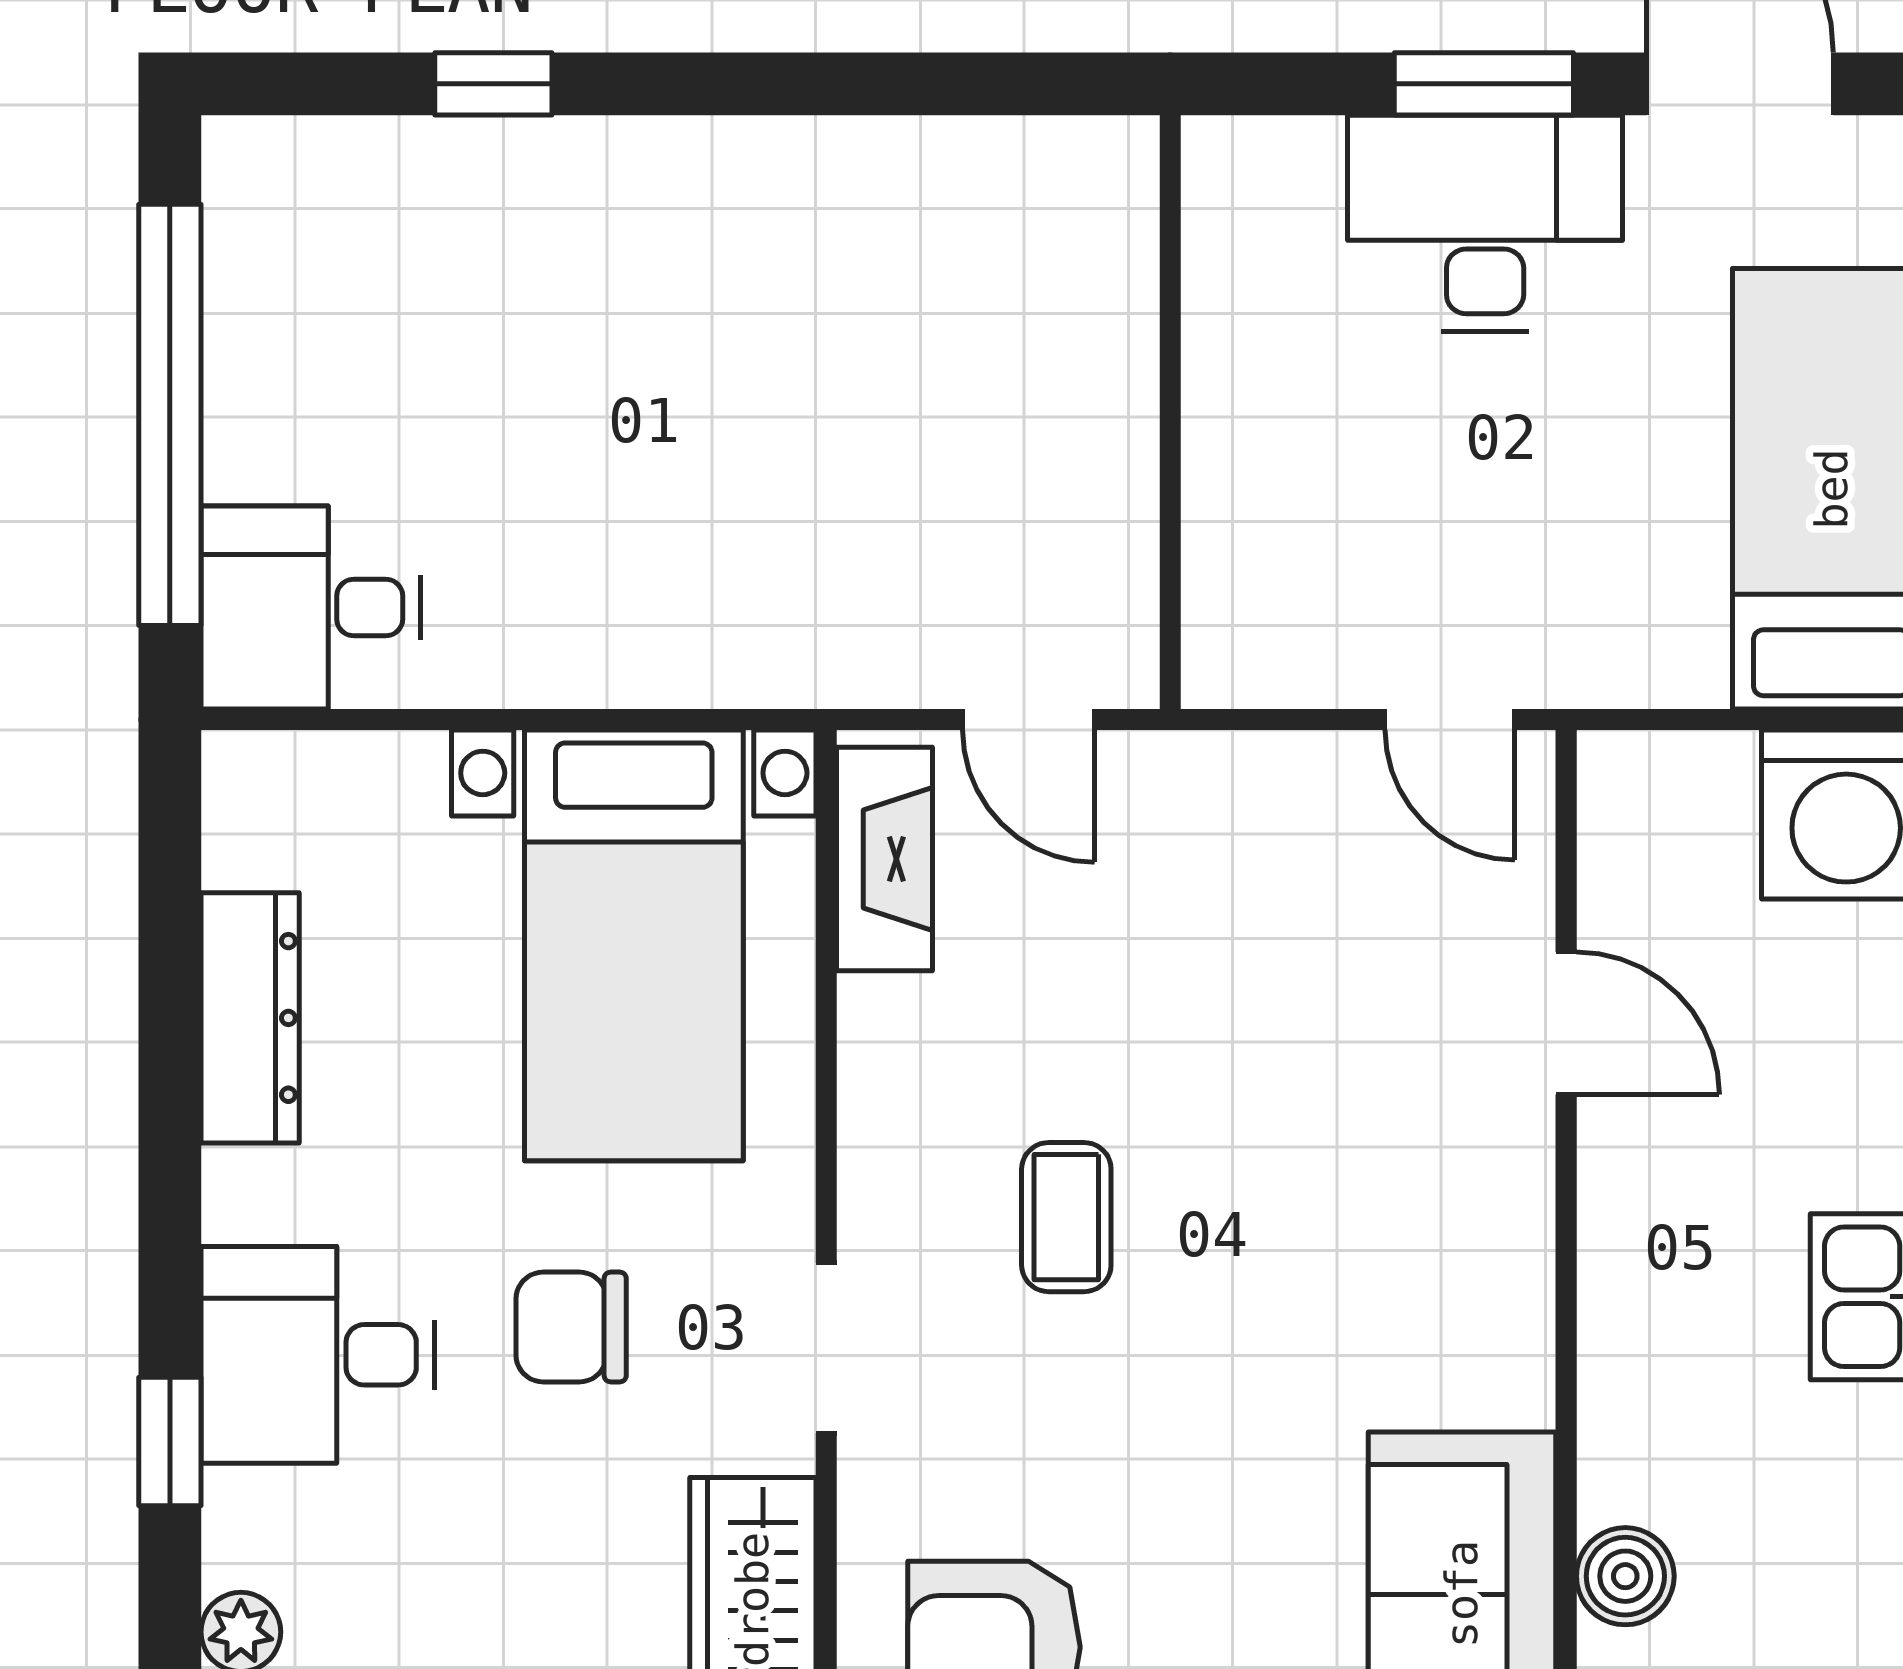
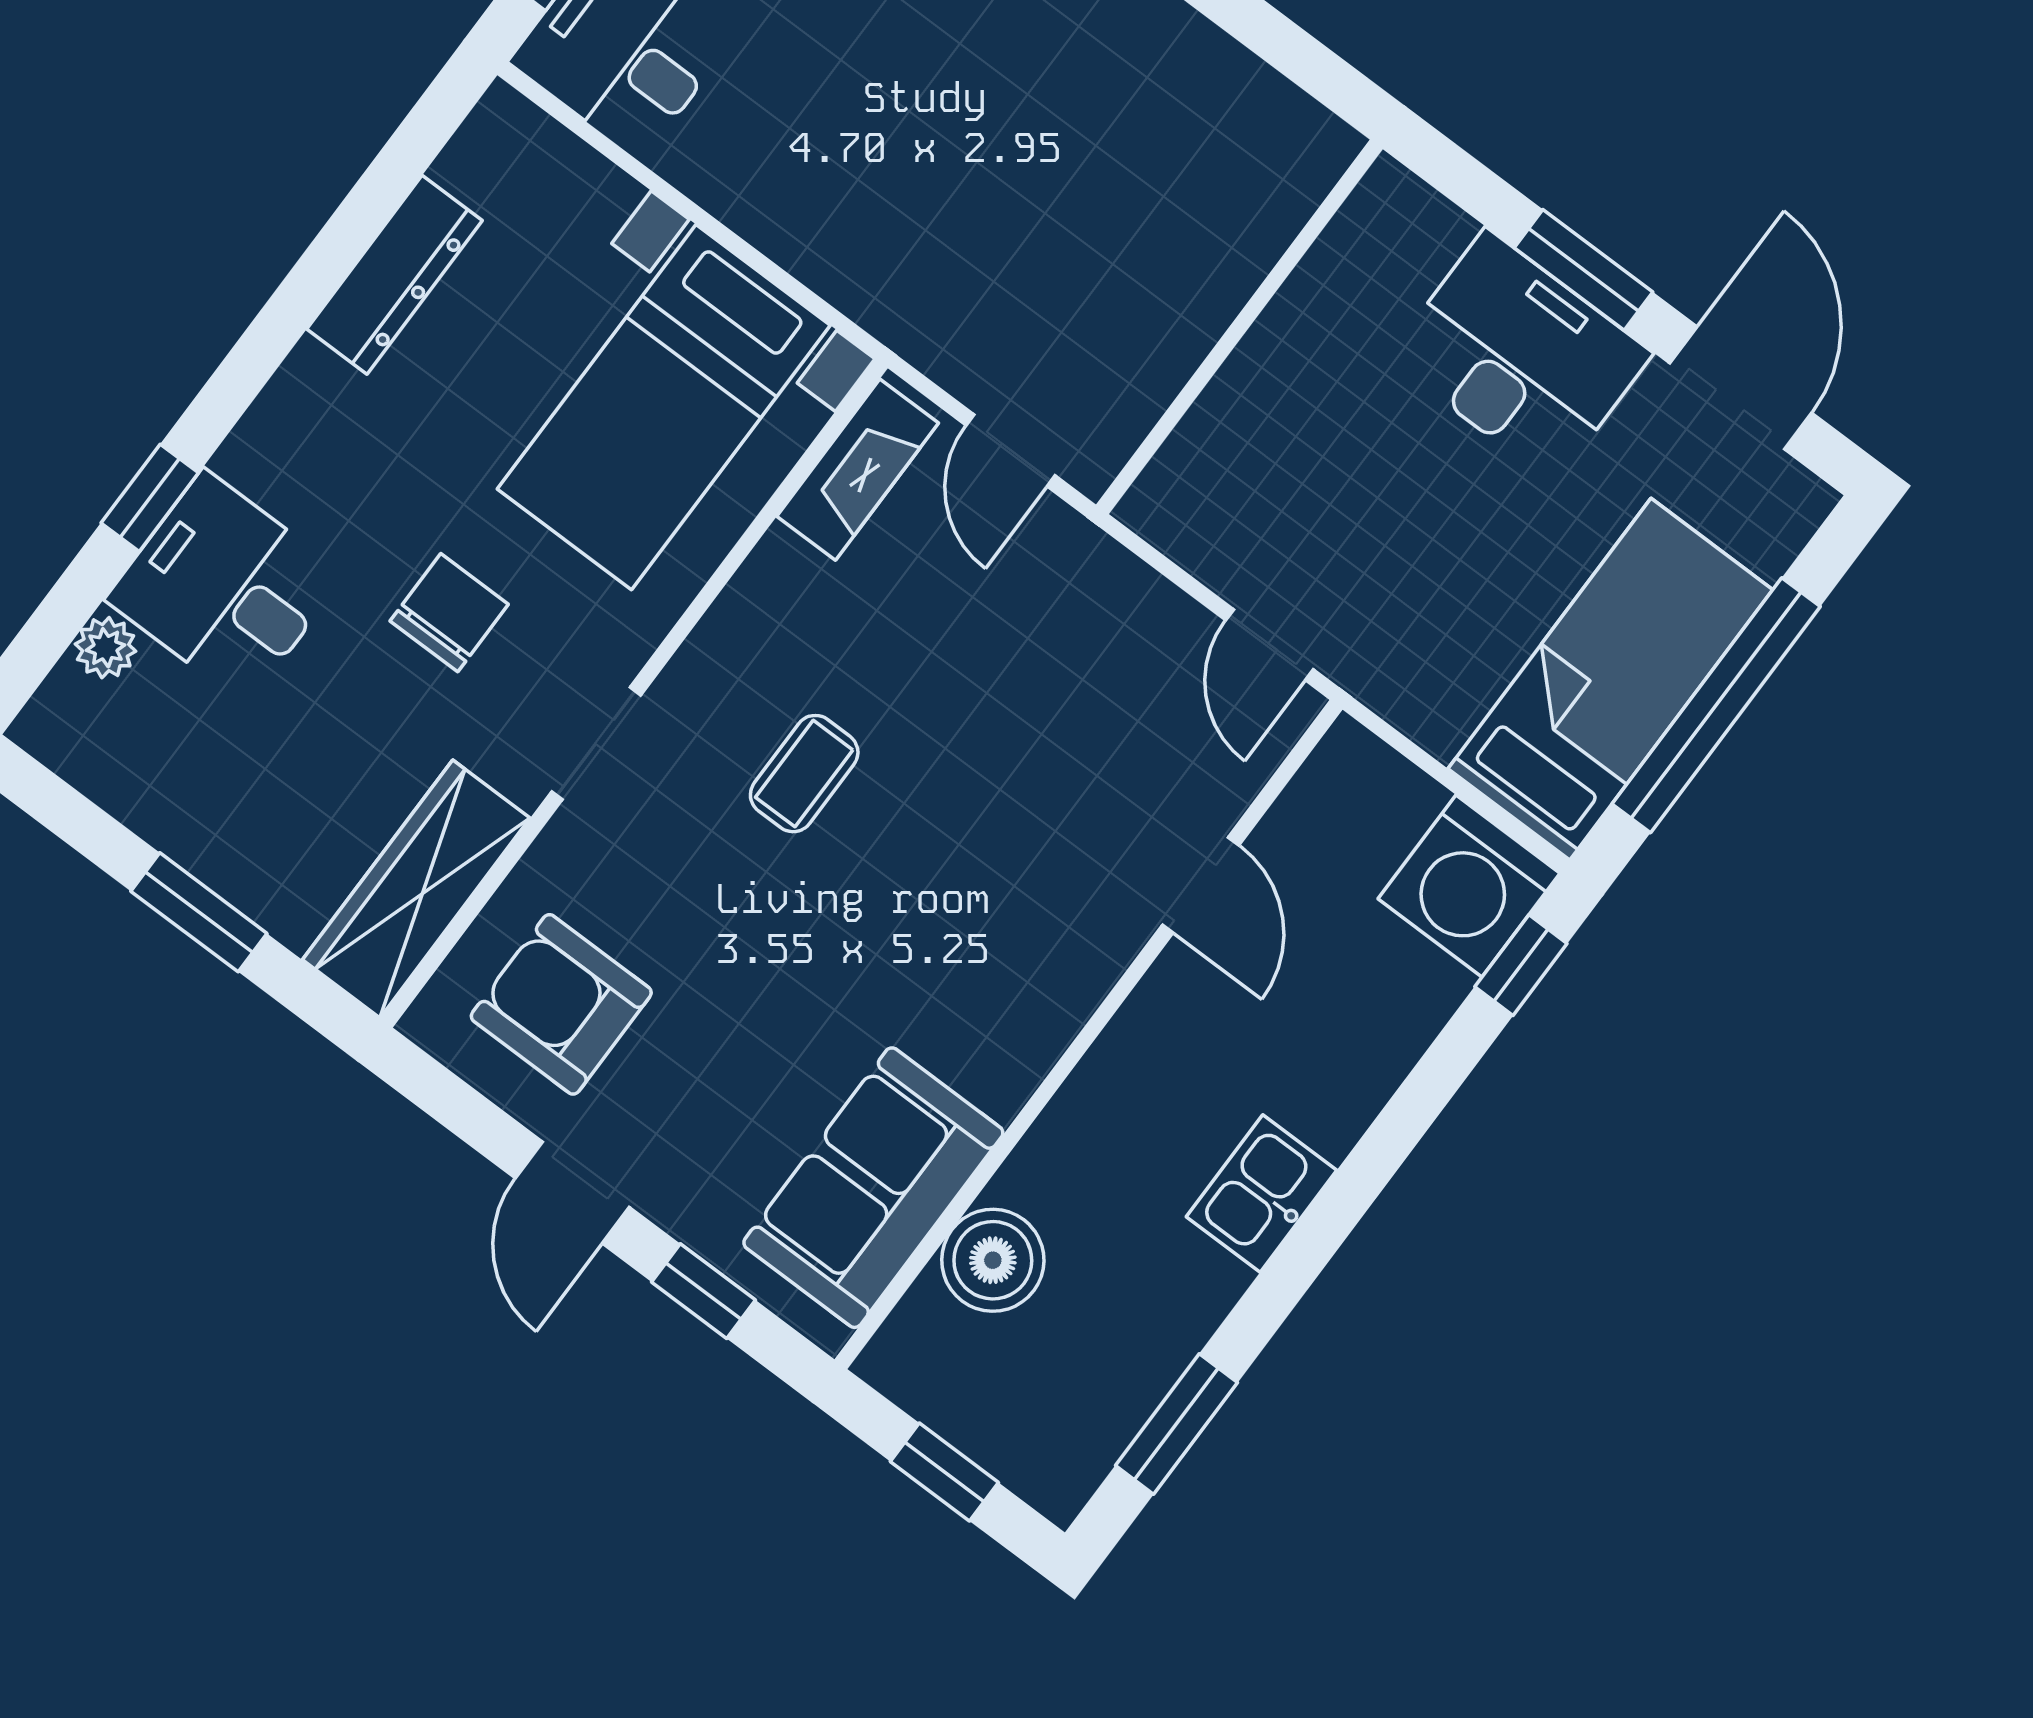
chair: (571, 1327) -> (449, 613), turned 90
desk: (318, 1355) -> (225, 587), moved
boiler: (1625, 1576) -> (993, 1260), width x1.36, depth x1.36

